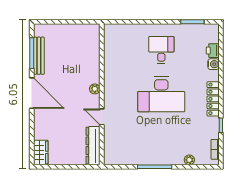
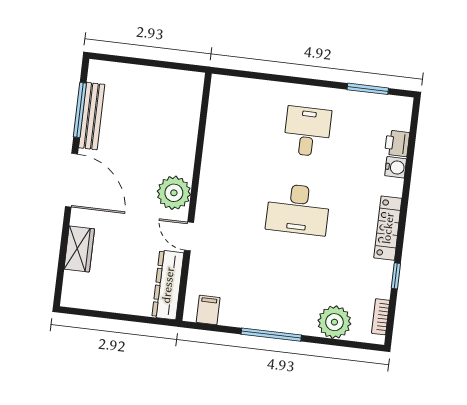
plant: (95, 89) -> (174, 193), width x1.88, depth x1.88
desk: (161, 94) -> (298, 209), width x0.73, depth x0.77
wardrobe: (41, 152) -> (79, 249), moved
filing cabinet: (117, 157) -> (208, 310), added
plant: (189, 160) -> (334, 322), width x1.87, depth x1.87

